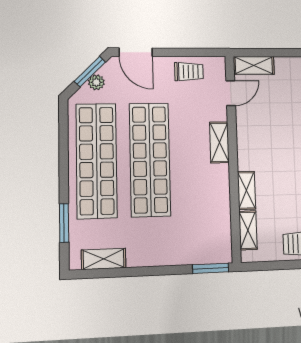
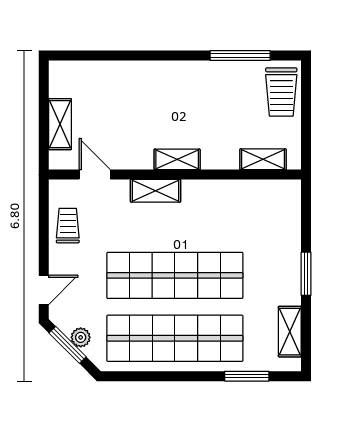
door: (136, 52) -> (44, 290), width x0.73
shelving: (254, 65) -> (60, 124), moved
shelving: (246, 190) -> (177, 159), moved
window: (210, 268) -> (306, 274), moved

